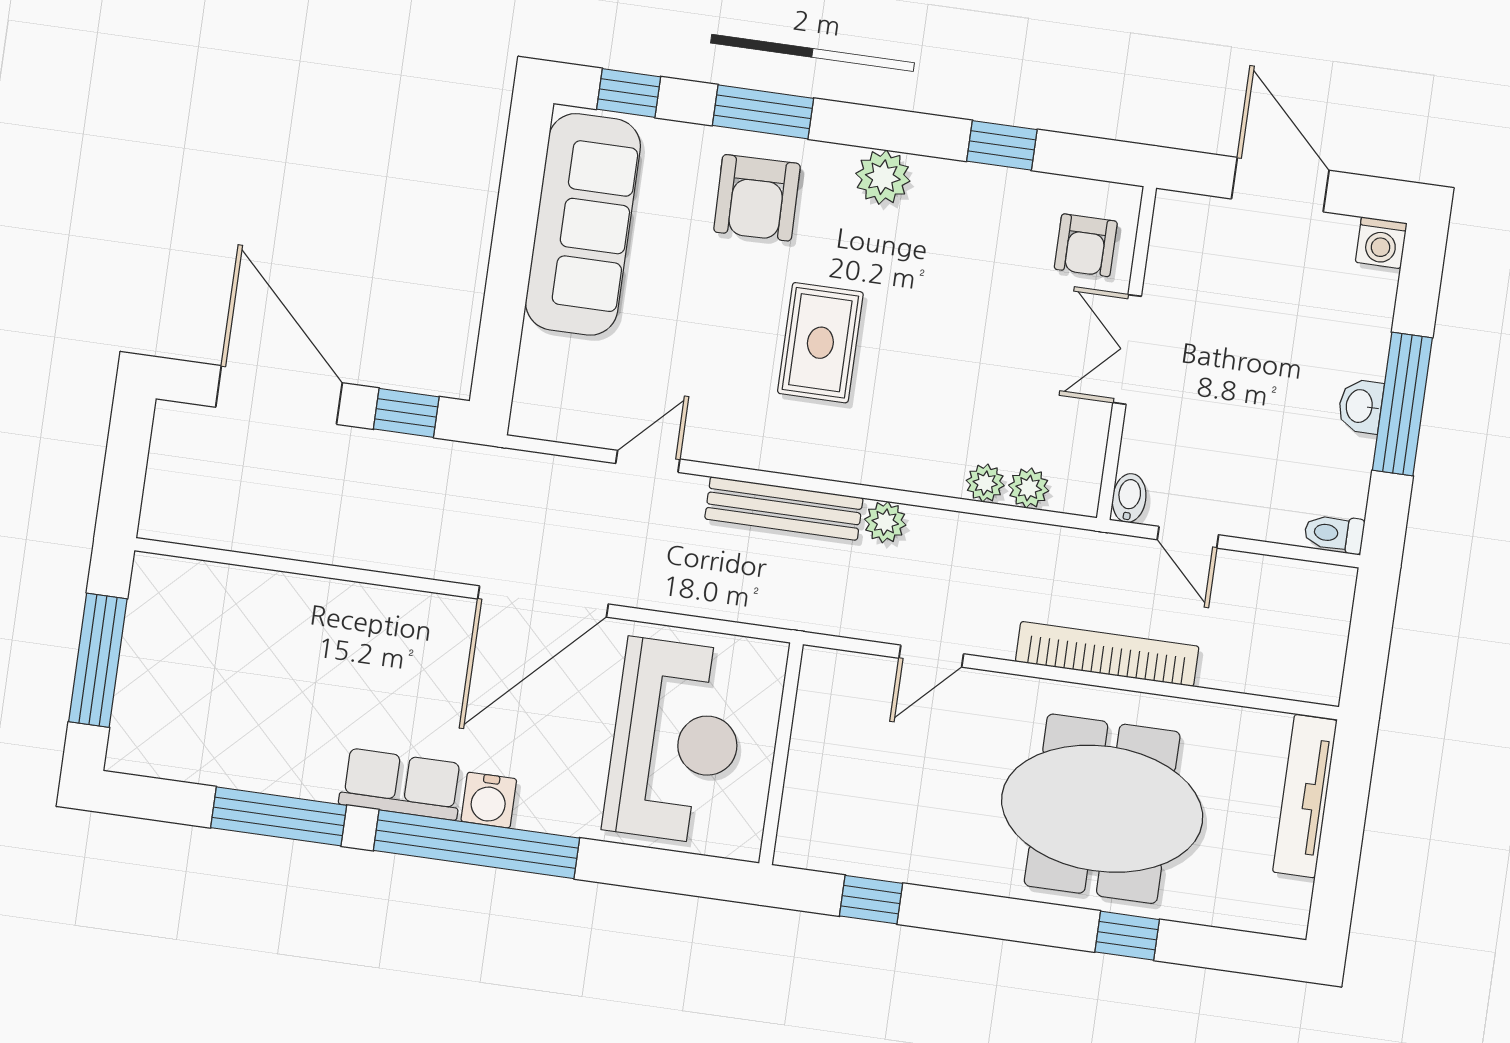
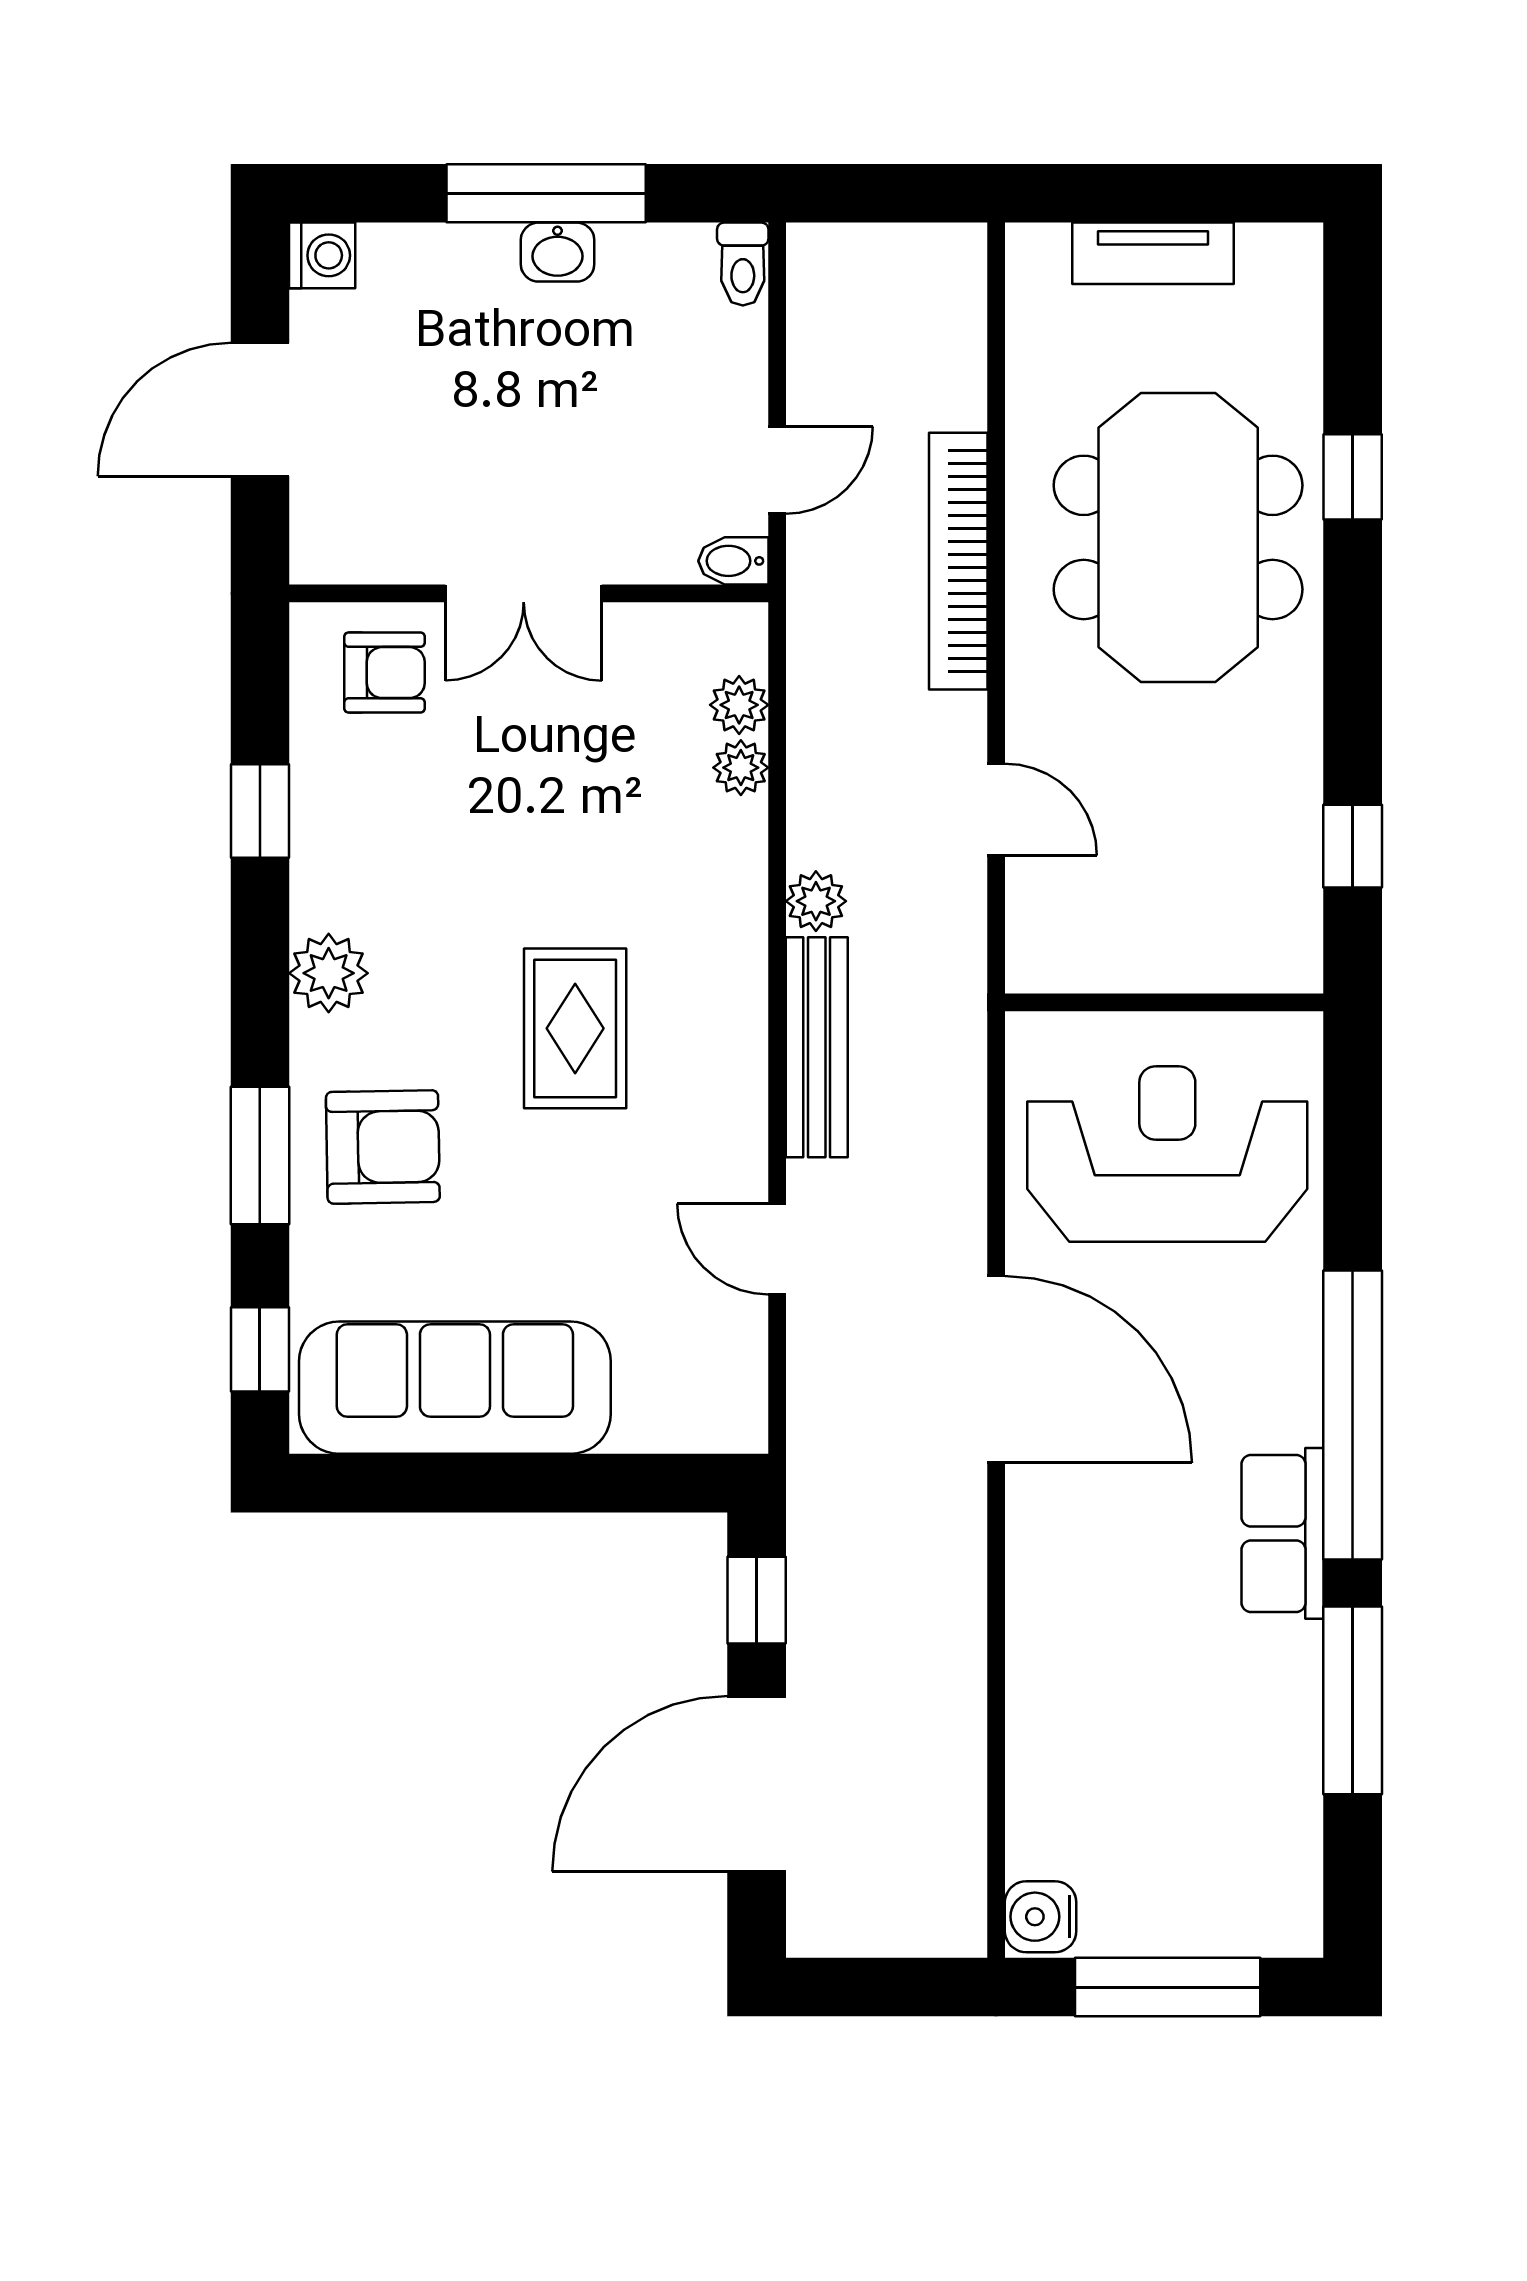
rug: (820, 343) -> (575, 1028), turned 90
tv unit: (1305, 796) -> (1153, 253), width x0.71
water cooler: (489, 800) -> (1041, 1917), moved, turned 180

